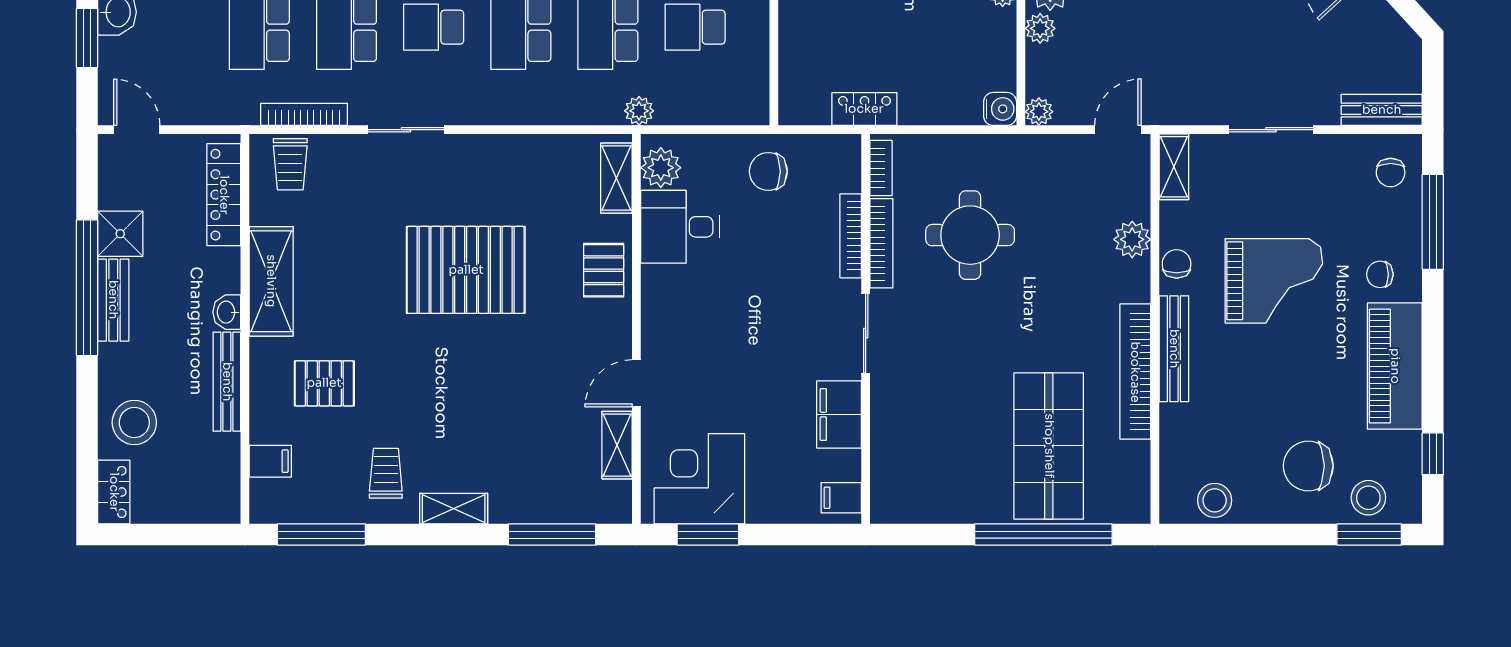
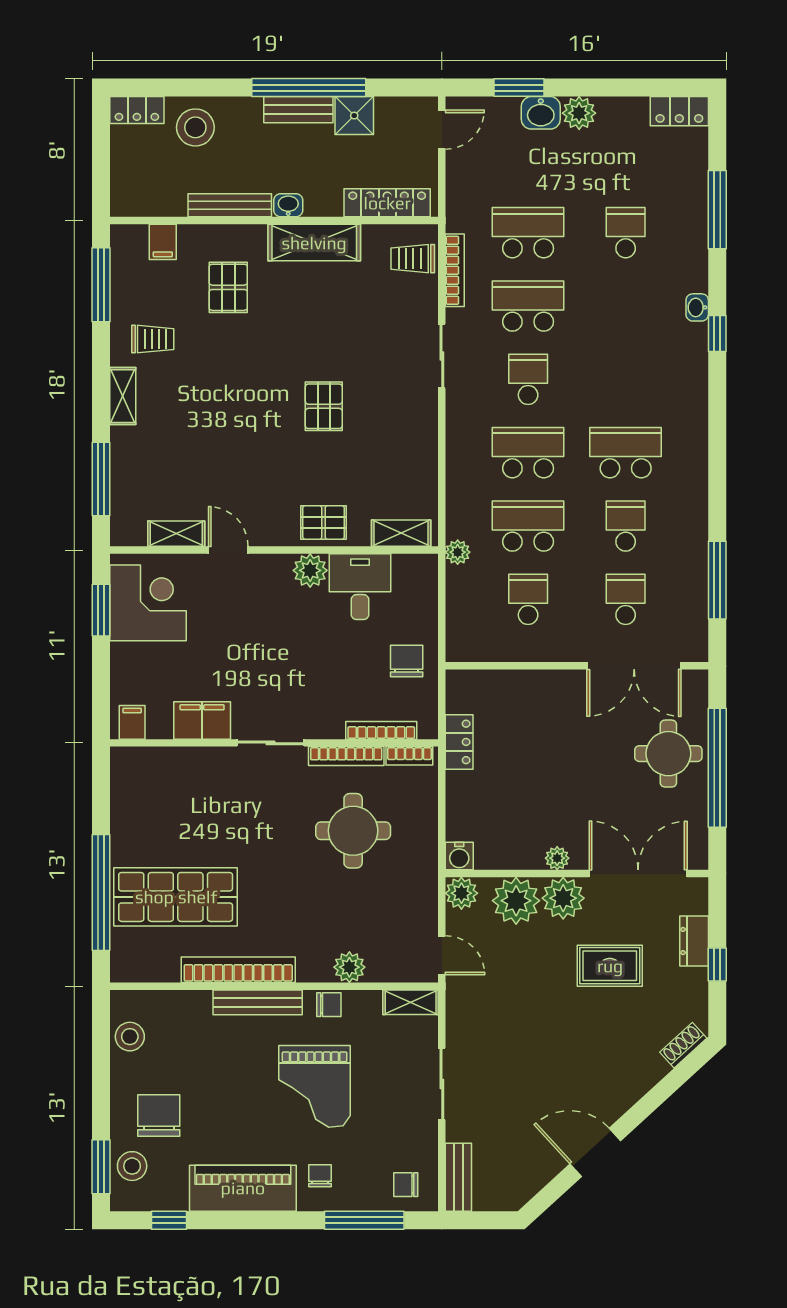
plant: (1040, 28) -> (516, 901), width x1.88, depth x1.88
plant: (1039, 112) -> (461, 893), width x1.38, depth x1.38
plant: (661, 168) -> (310, 570), moved
bookcase: (851, 236) -> (381, 730), moved
pallet: (466, 270) -> (324, 406), width x0.49, depth x0.50

